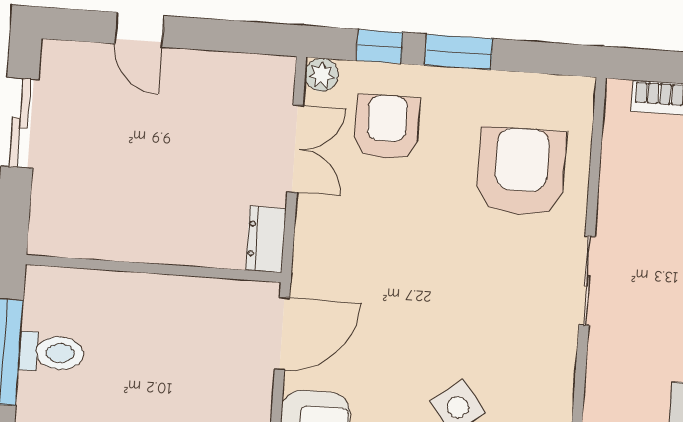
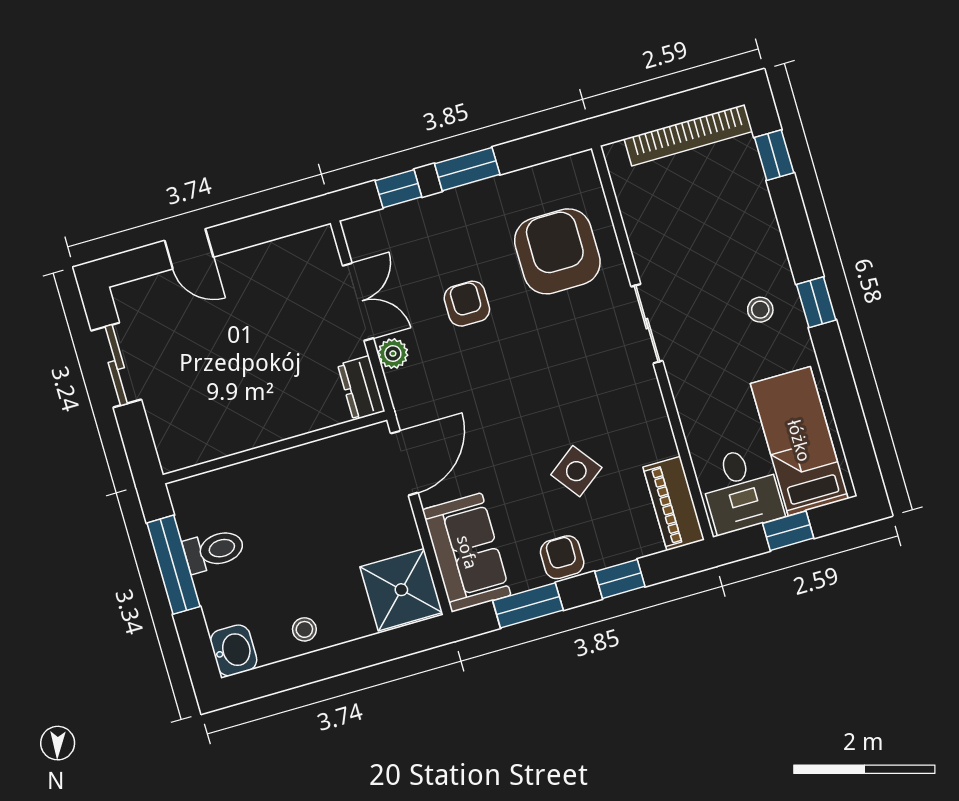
plant: (322, 75) -> (393, 354), moved
armchair: (387, 127) -> (467, 304), moved, width x0.72, depth x0.72

